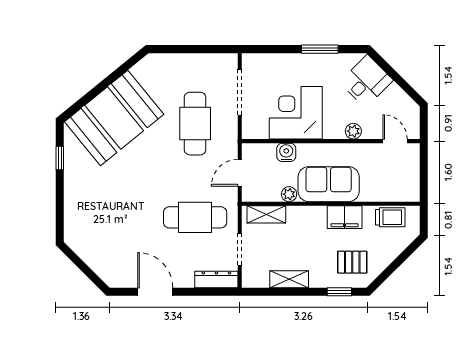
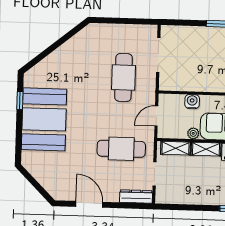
corner desk: (296, 113) -> (200, 72), removed
booth: (114, 118) -> (44, 119), moved, turned -51
shelving: (289, 279) -> (206, 149), moved

